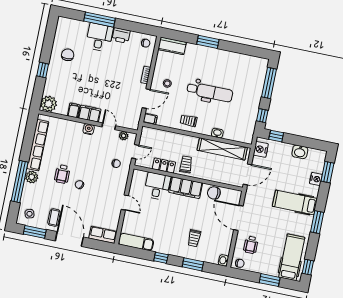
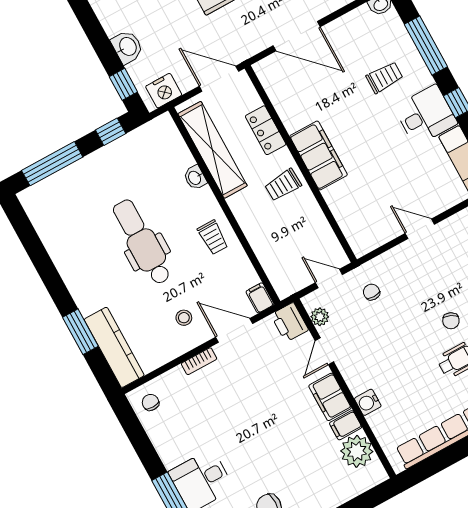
printer: (121, 35) -> (289, 322), moved, turned 180
window: (208, 42) -> (80, 332), moved
kitchen counter: (172, 46) -> (114, 347), width x1.50
plant: (49, 104) -> (357, 451), moved
water cooler: (89, 129) -> (368, 402), moved
washbasin: (300, 152) -> (127, 47), moved
locker: (164, 166) -> (266, 130), moved
desk: (157, 186) -> (426, 115), moved, turned 180
chair: (214, 193) -> (290, 106), removed
door: (125, 202) -> (420, 229), hinge flipped
door: (238, 218) -> (297, 36), hinge flipped
window: (193, 264) -> (426, 45), width x1.44

